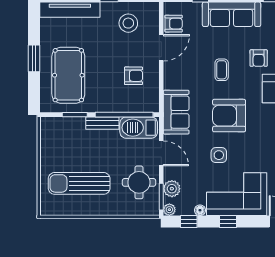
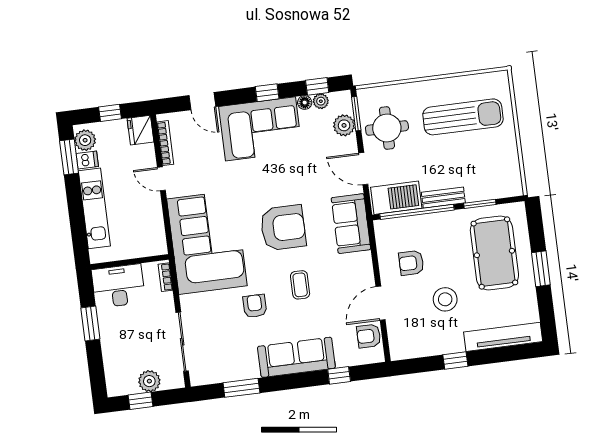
stool: (128, 23) -> (445, 299), moved
side table: (219, 155) -> (290, 176), removed
plant: (169, 210) -> (321, 101), moved

